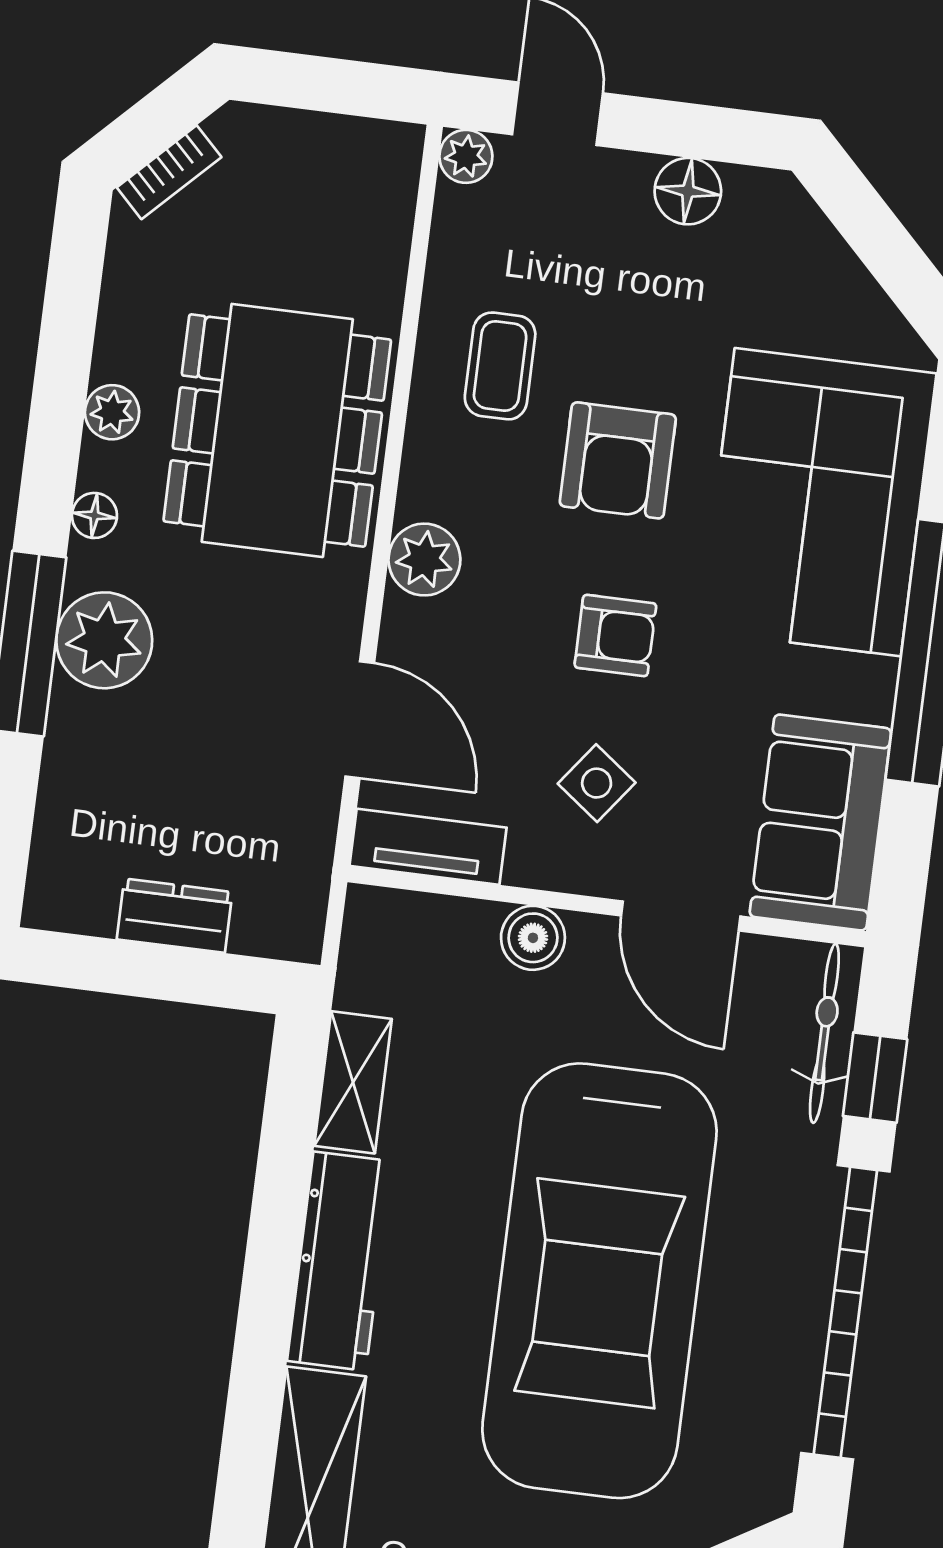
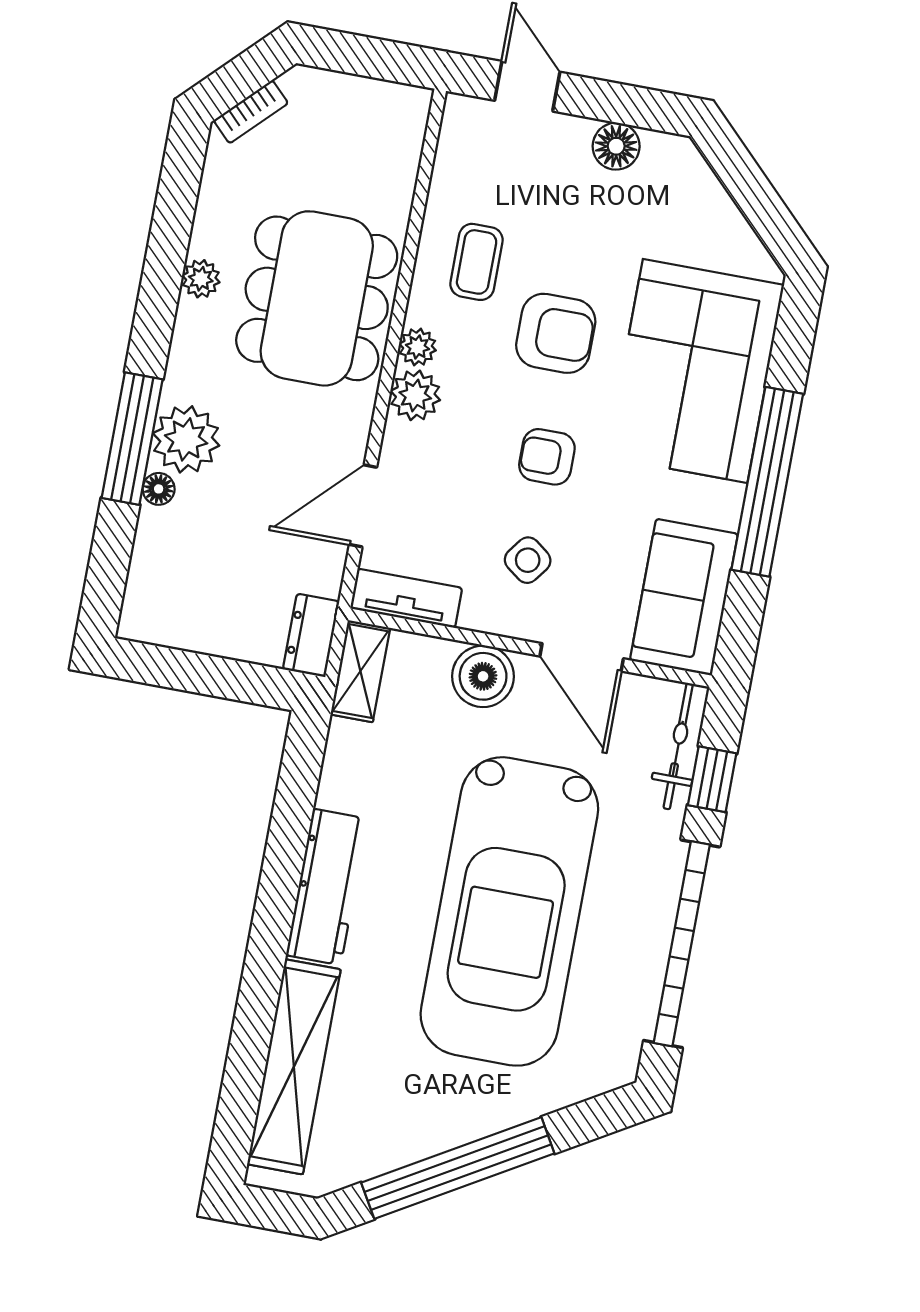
plant: (466, 156) -> (417, 347), moved
armchair: (618, 460) -> (556, 333), turned -90
floor lamp: (94, 515) -> (159, 489), moved
armchair: (615, 636) -> (547, 457), turned 180
door: (360, 720) -> (363, 506), swing flipped
dresser: (175, 916) -> (311, 635), moved, turned -90
boiler: (533, 938) -> (483, 676), width x1.36, depth x1.36
shelving: (353, 1082) -> (360, 671), moved

